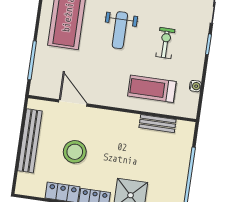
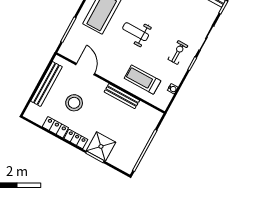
weight bench: (120, 30) -> (136, 32), turned 90
exercise bike: (165, 43) -> (178, 52), moved
bench: (158, 124) -> (122, 96), moved, width x1.36

